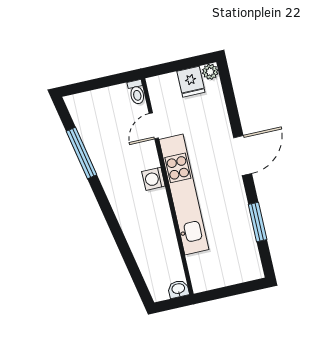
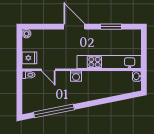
fridge: (191, 82) -> (29, 58), moved
window: (82, 153) -> (54, 111), width x1.46
kitchen unit: (184, 194) -> (109, 62), moved

